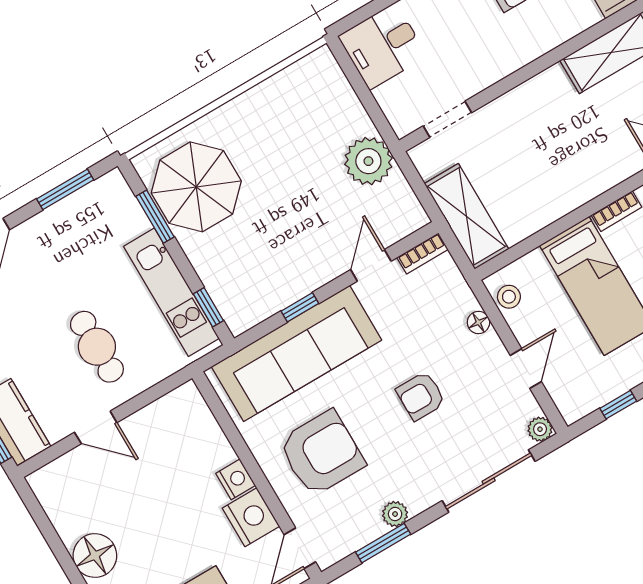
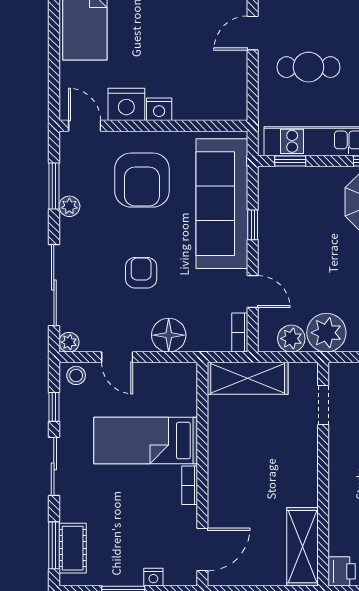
plant: (397, 195) -> (291, 339), added
stool: (509, 297) -> (76, 375), moved
floor lamp: (478, 322) -> (169, 335), width x1.89, depth x1.89

